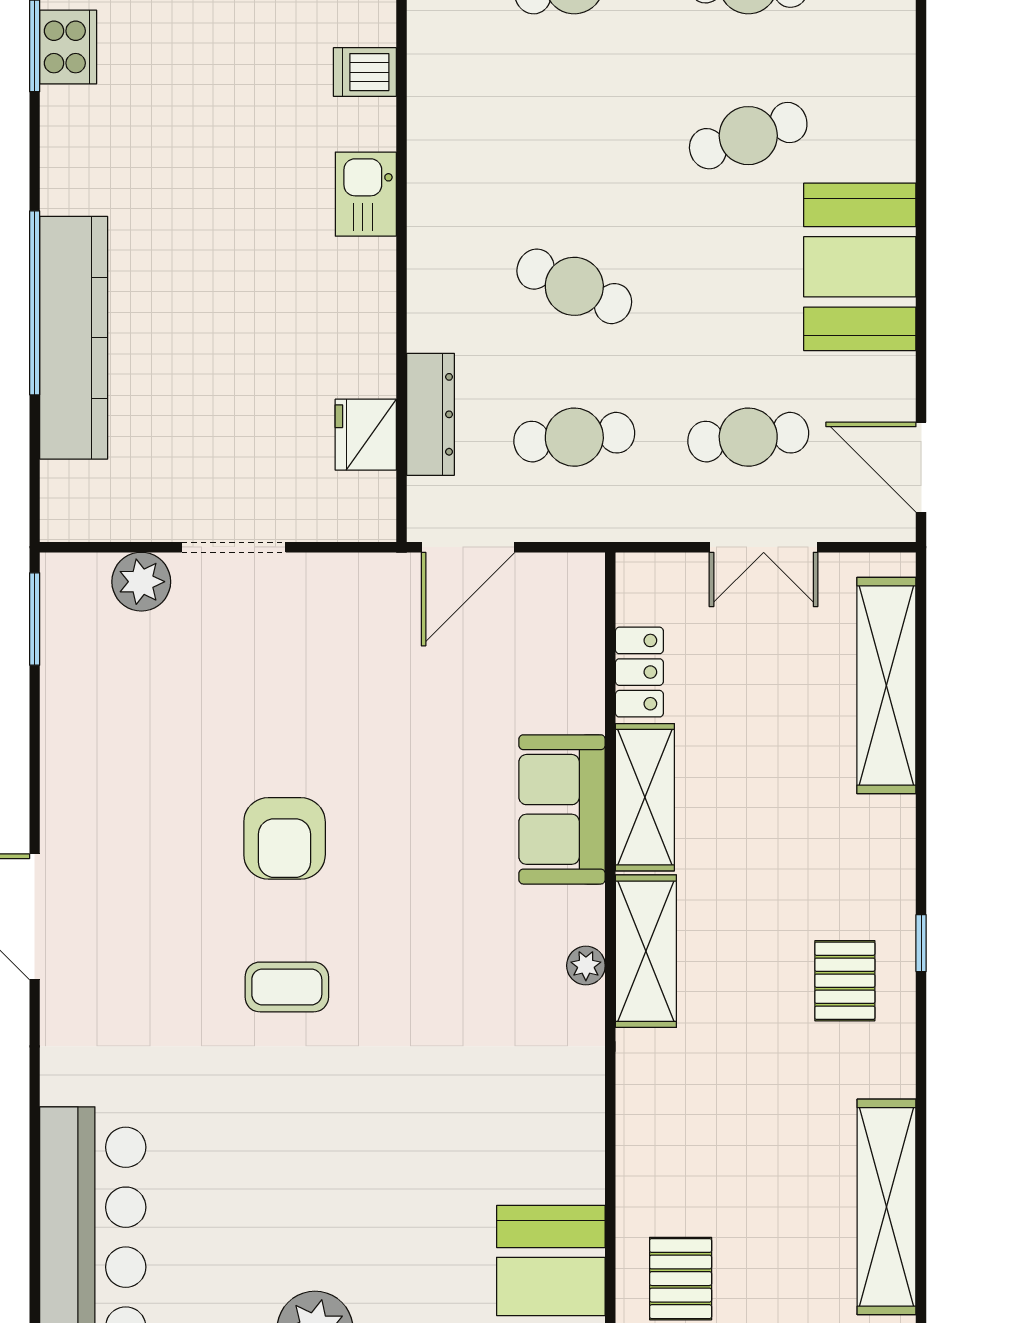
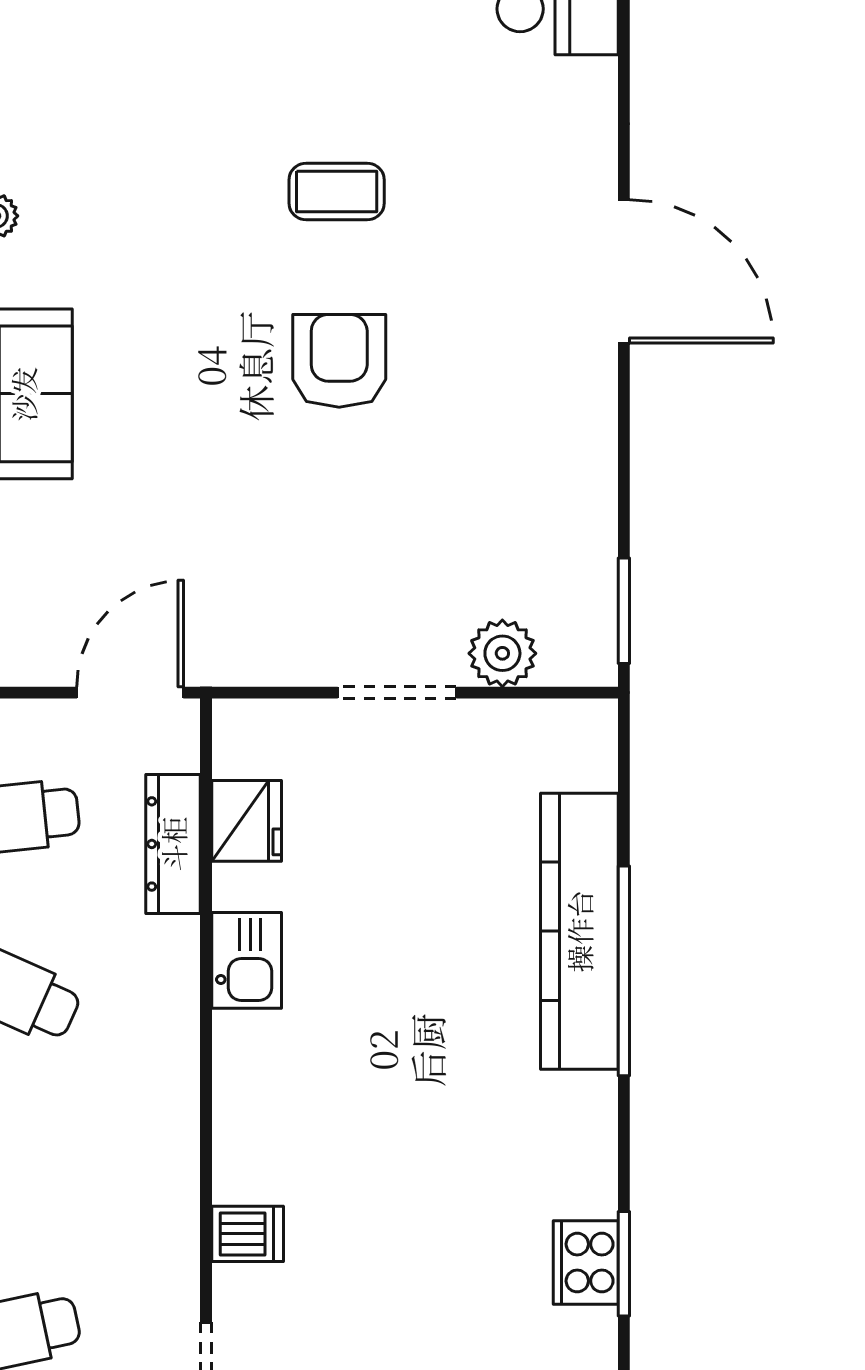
kitchen sink: (366, 194) -> (247, 960), moved

